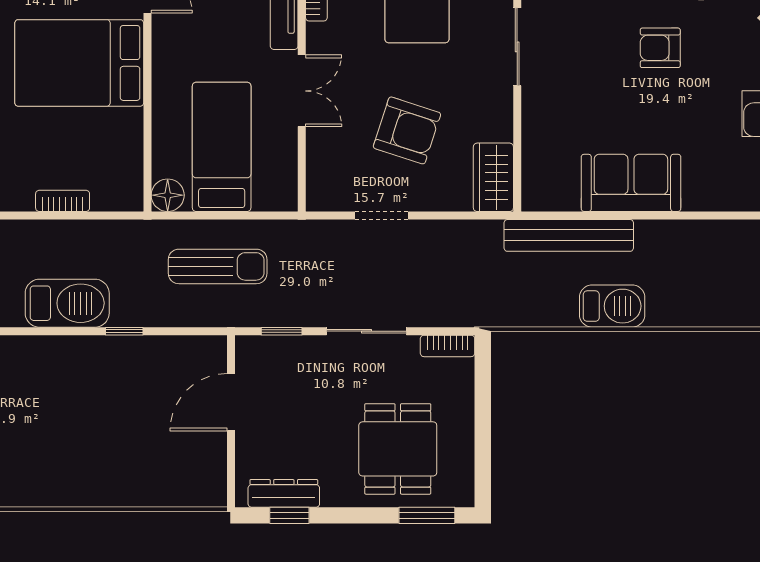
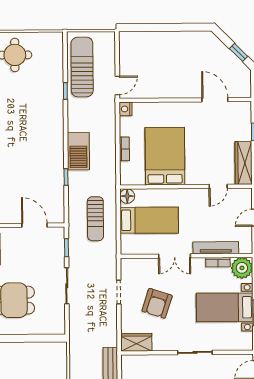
bed: (79, 63) -> (165, 156), moved
bookcase: (448, 346) -> (60, 322), removed

